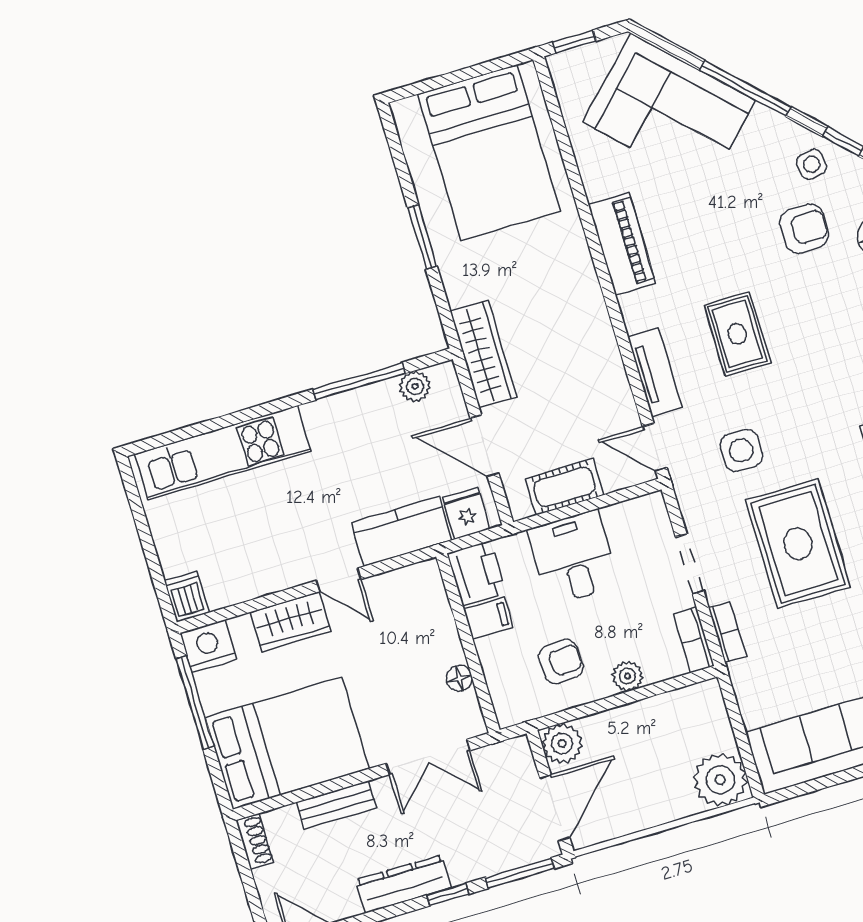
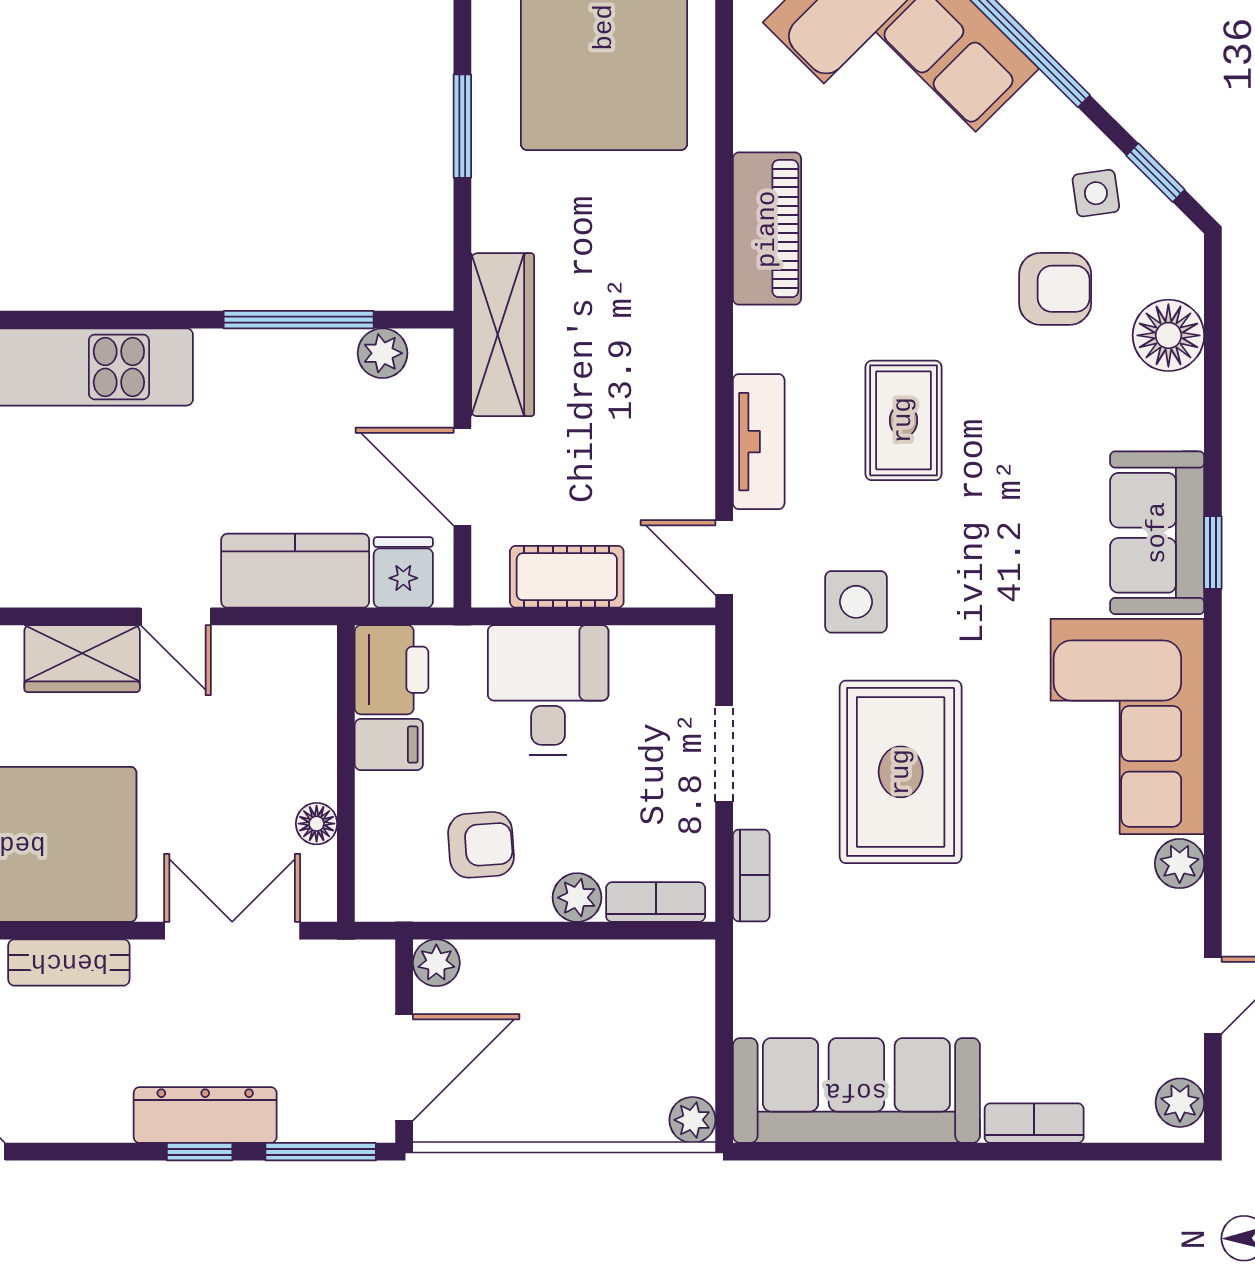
bookcase: (694, 640) -> (656, 902), moved, turned 90
plant: (562, 744) -> (436, 963), width x0.73, depth x0.73
double door: (428, 757) -> (232, 931), swing flipped
plant: (720, 780) -> (692, 1120), width x0.53, depth x0.53
dresser: (403, 884) -> (205, 1115), moved

